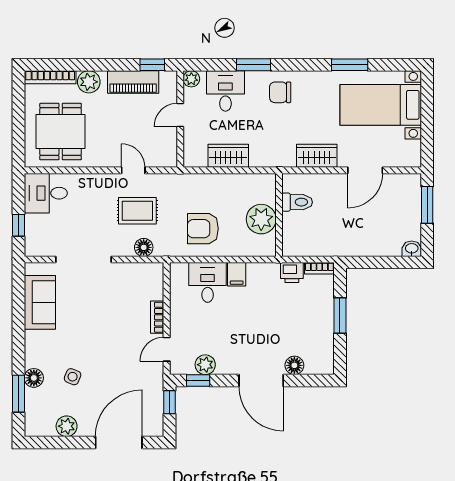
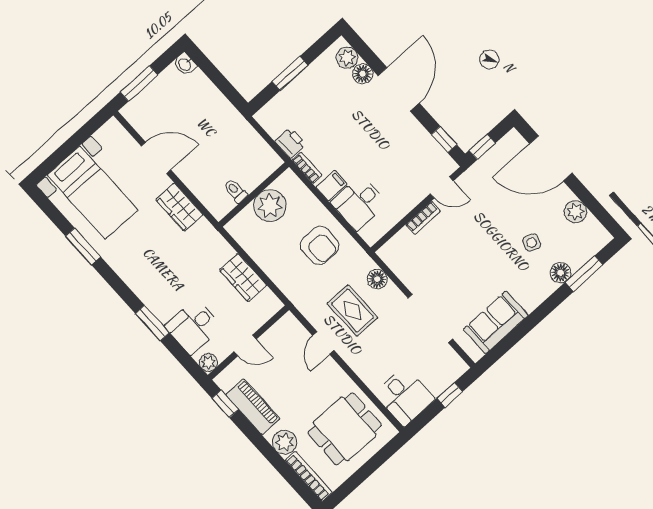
chair: (280, 92) -> (155, 282), removed
toilet: (297, 202) -> (235, 191), width x0.73, depth x0.72
bookcase: (319, 268) -> (307, 168), moved
plant: (205, 365) -> (347, 58), moved

